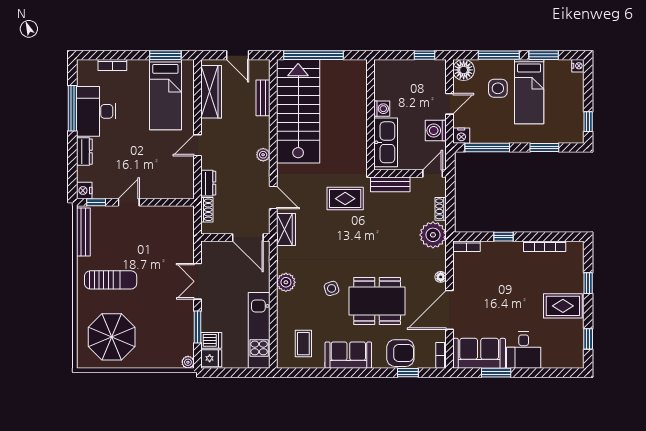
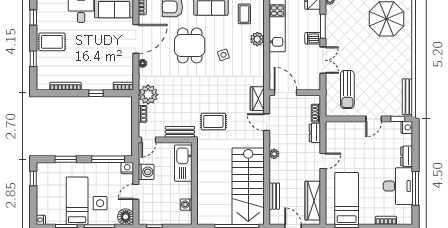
washing machine: (382, 109) -> (186, 205), moved
sun lounger: (111, 280) -> (347, 90), moved, turned -90
plant: (286, 282) -> (257, 39), moved
dining table: (377, 301) -> (190, 45), width x0.73
dishwasher: (211, 340) -> (313, 38), moved

